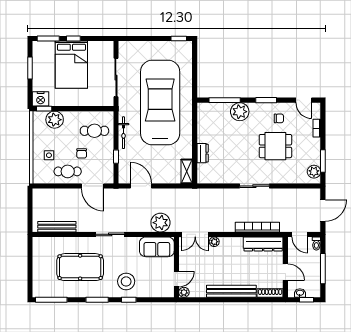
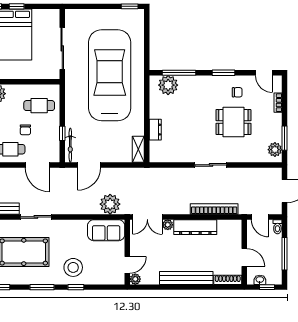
plant: (240, 112) -> (168, 85), moved
bicycle: (123, 133) -> (70, 145), moved
door: (141, 186) -> (89, 165), swing flipped
sliding door: (110, 234) -> (36, 217), moved
dresser: (263, 244) -> (195, 227), moved

